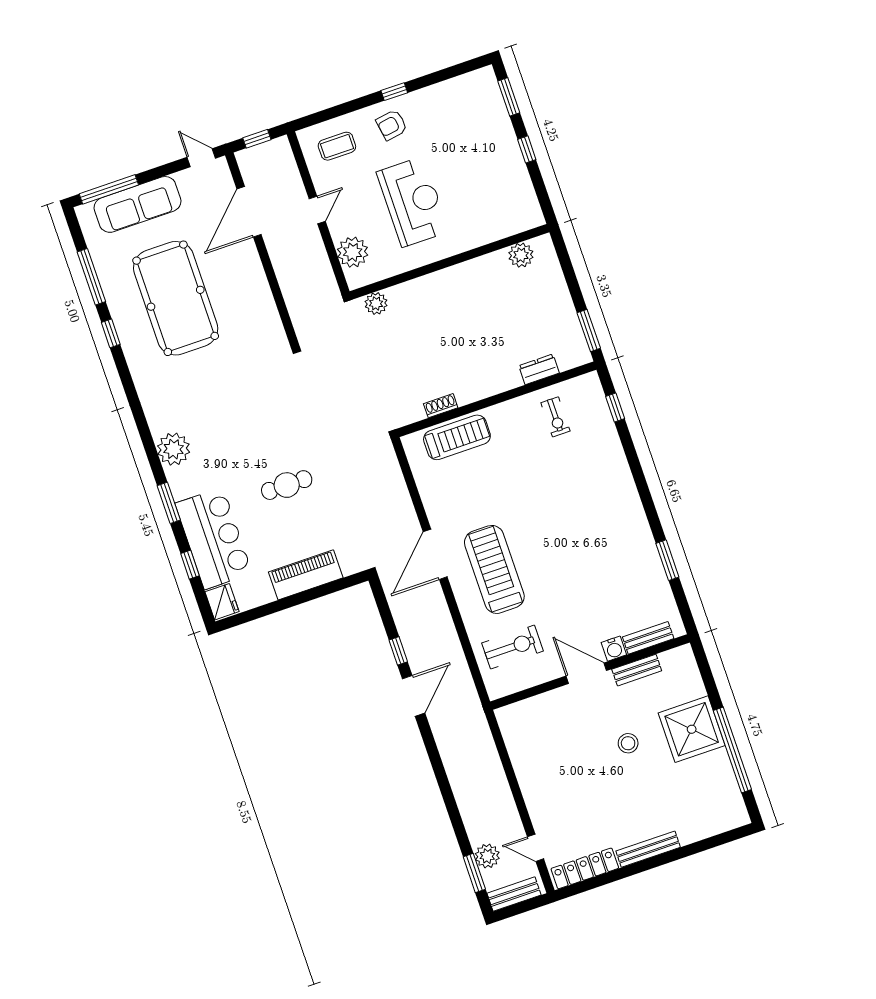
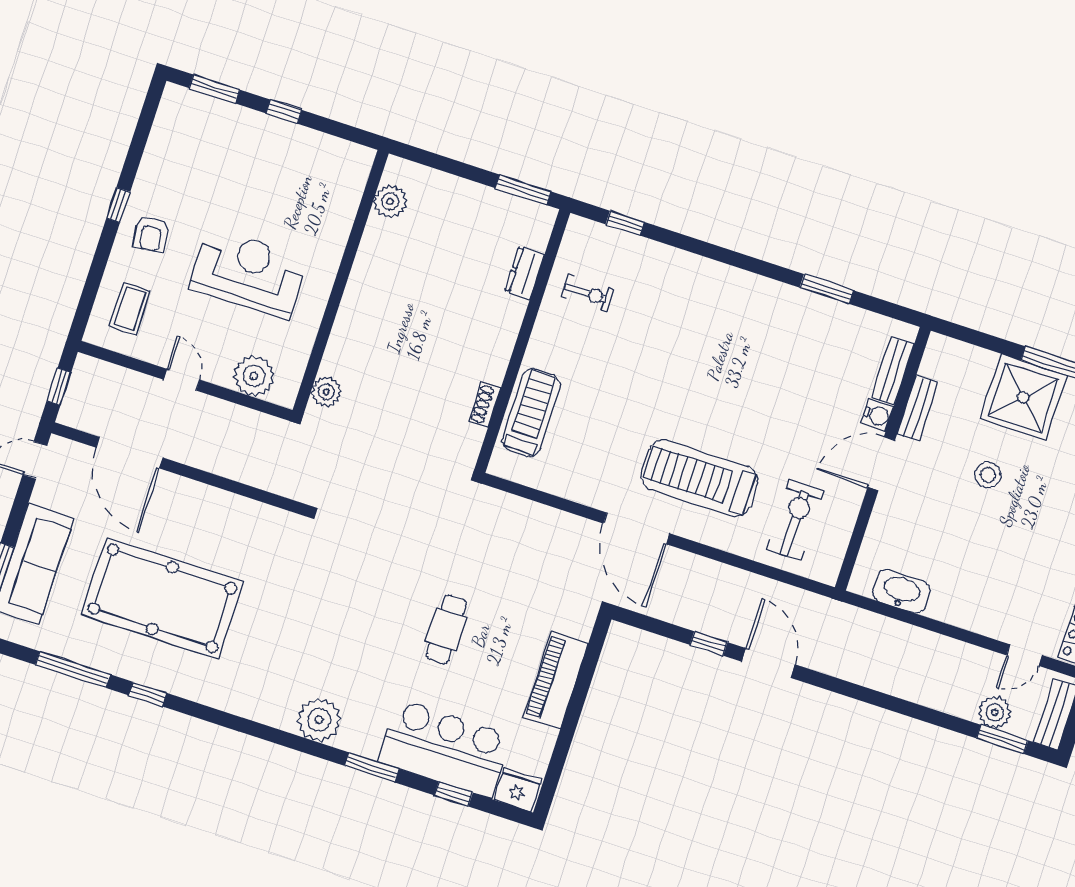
washbasin: (518, 744) -> (901, 591), added

